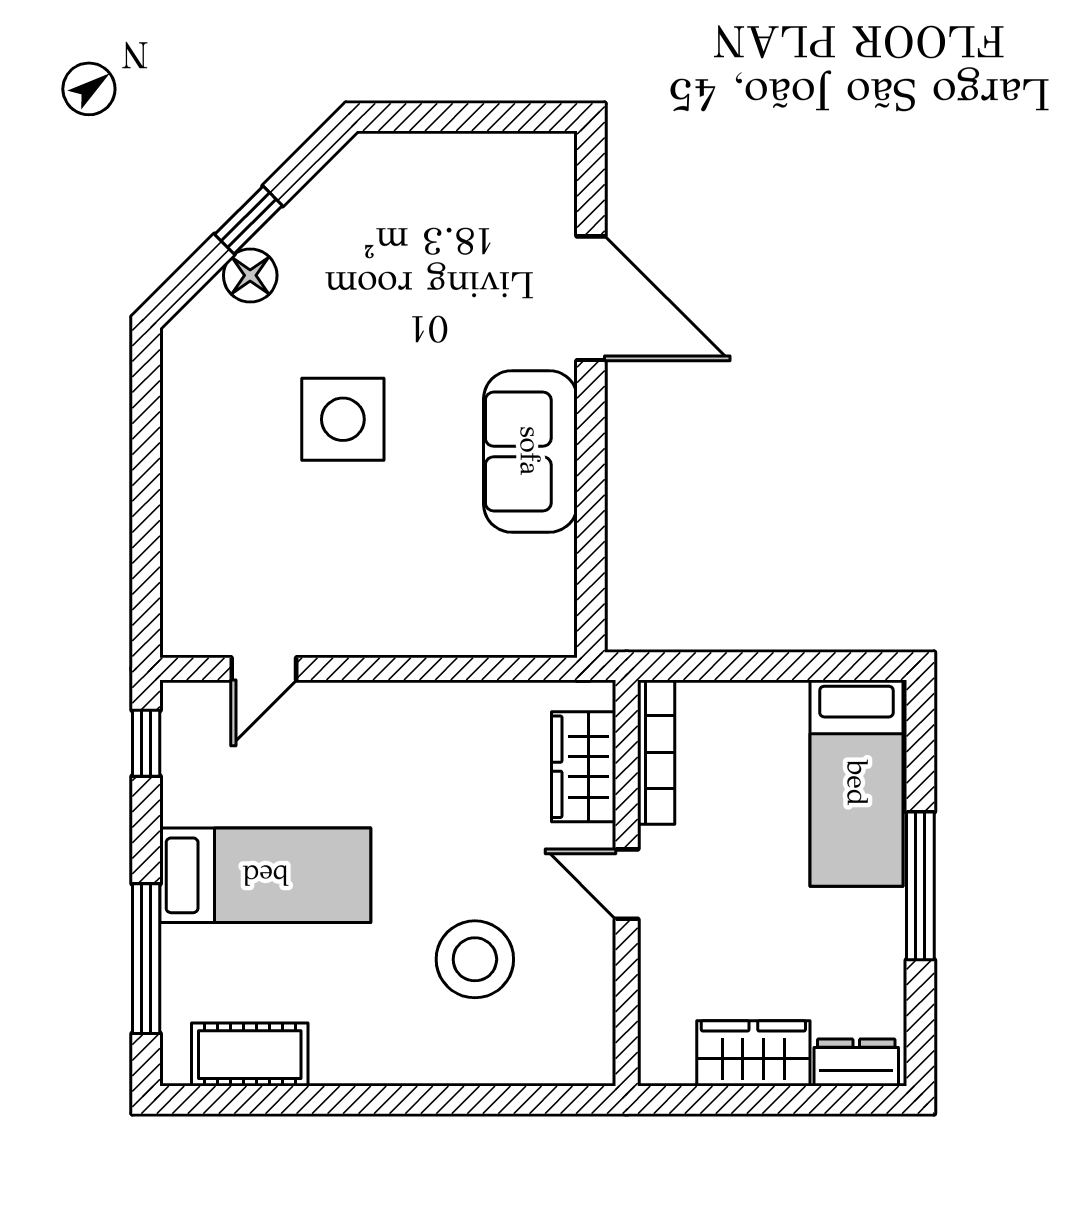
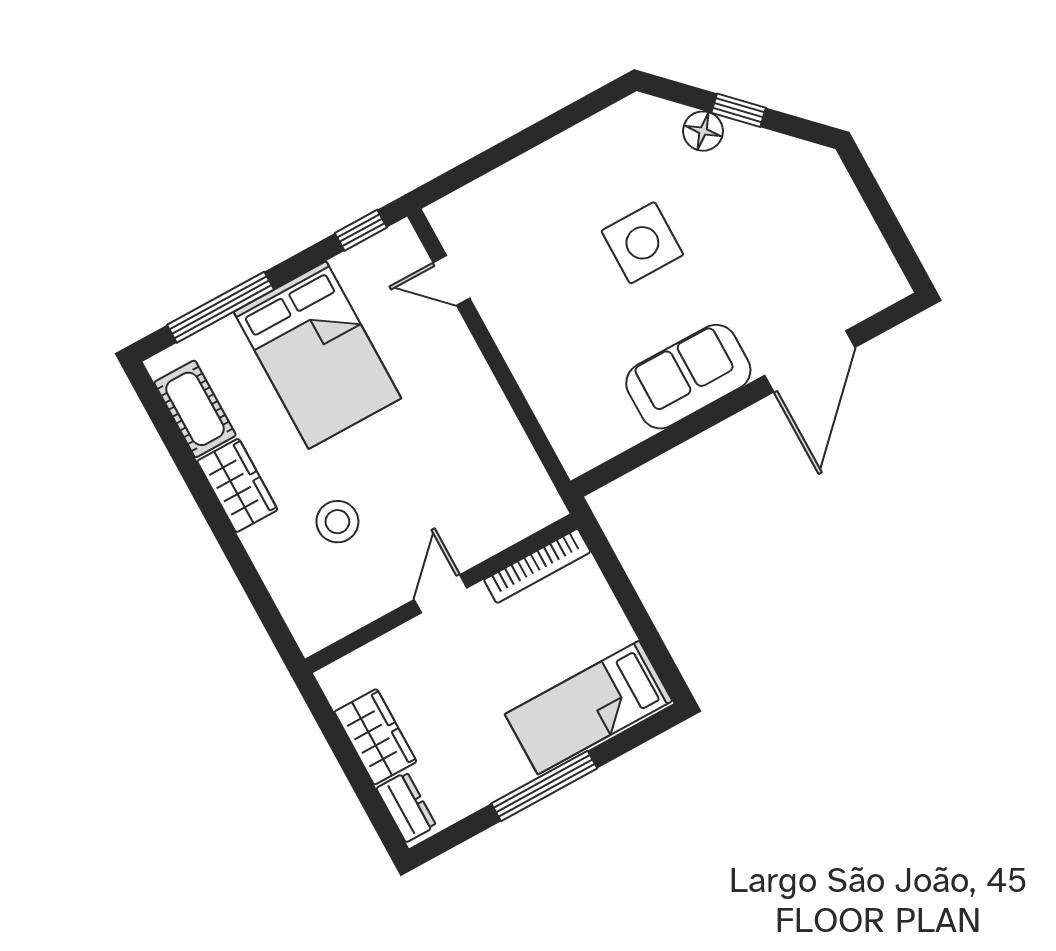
wardrobe: (584, 767) -> (237, 486), moved, turned 90
bed: (265, 875) -> (317, 355), width x1.50
stool: (475, 959) -> (337, 522), width x0.73, depth x0.73

